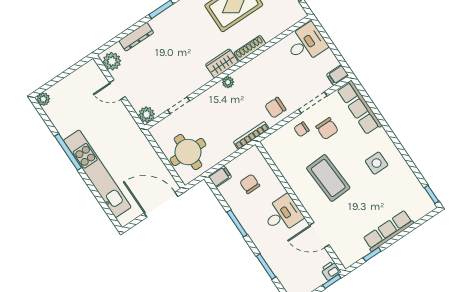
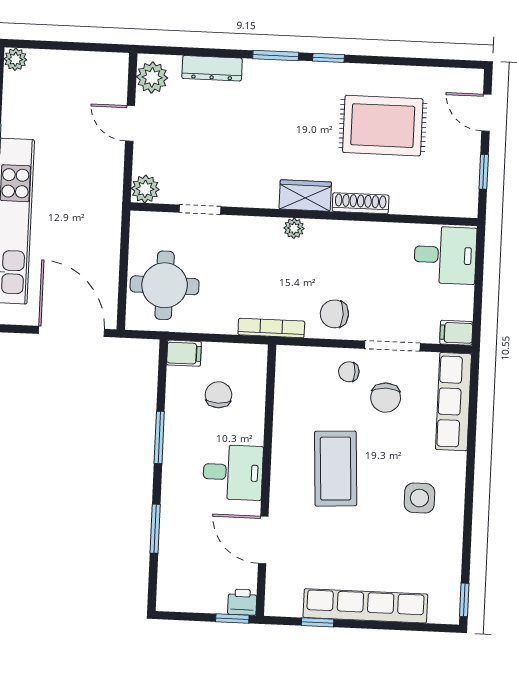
row of seats: (388, 231) -> (365, 606), width x1.36

